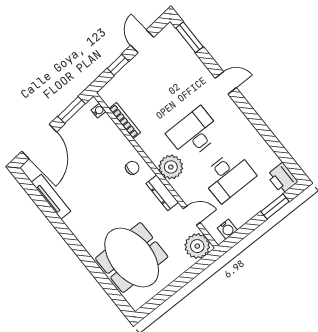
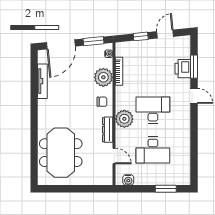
window: (189, 37) -> (194, 67), moved
printer: (282, 178) -> (183, 69), moved
plant: (197, 246) -> (103, 77), moved

